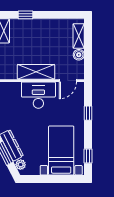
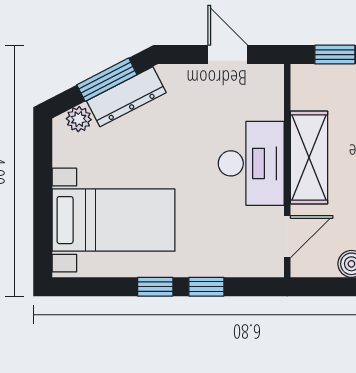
door: (68, 81) -> (287, 237), swing flipped
window: (88, 156) -> (155, 287), moved

